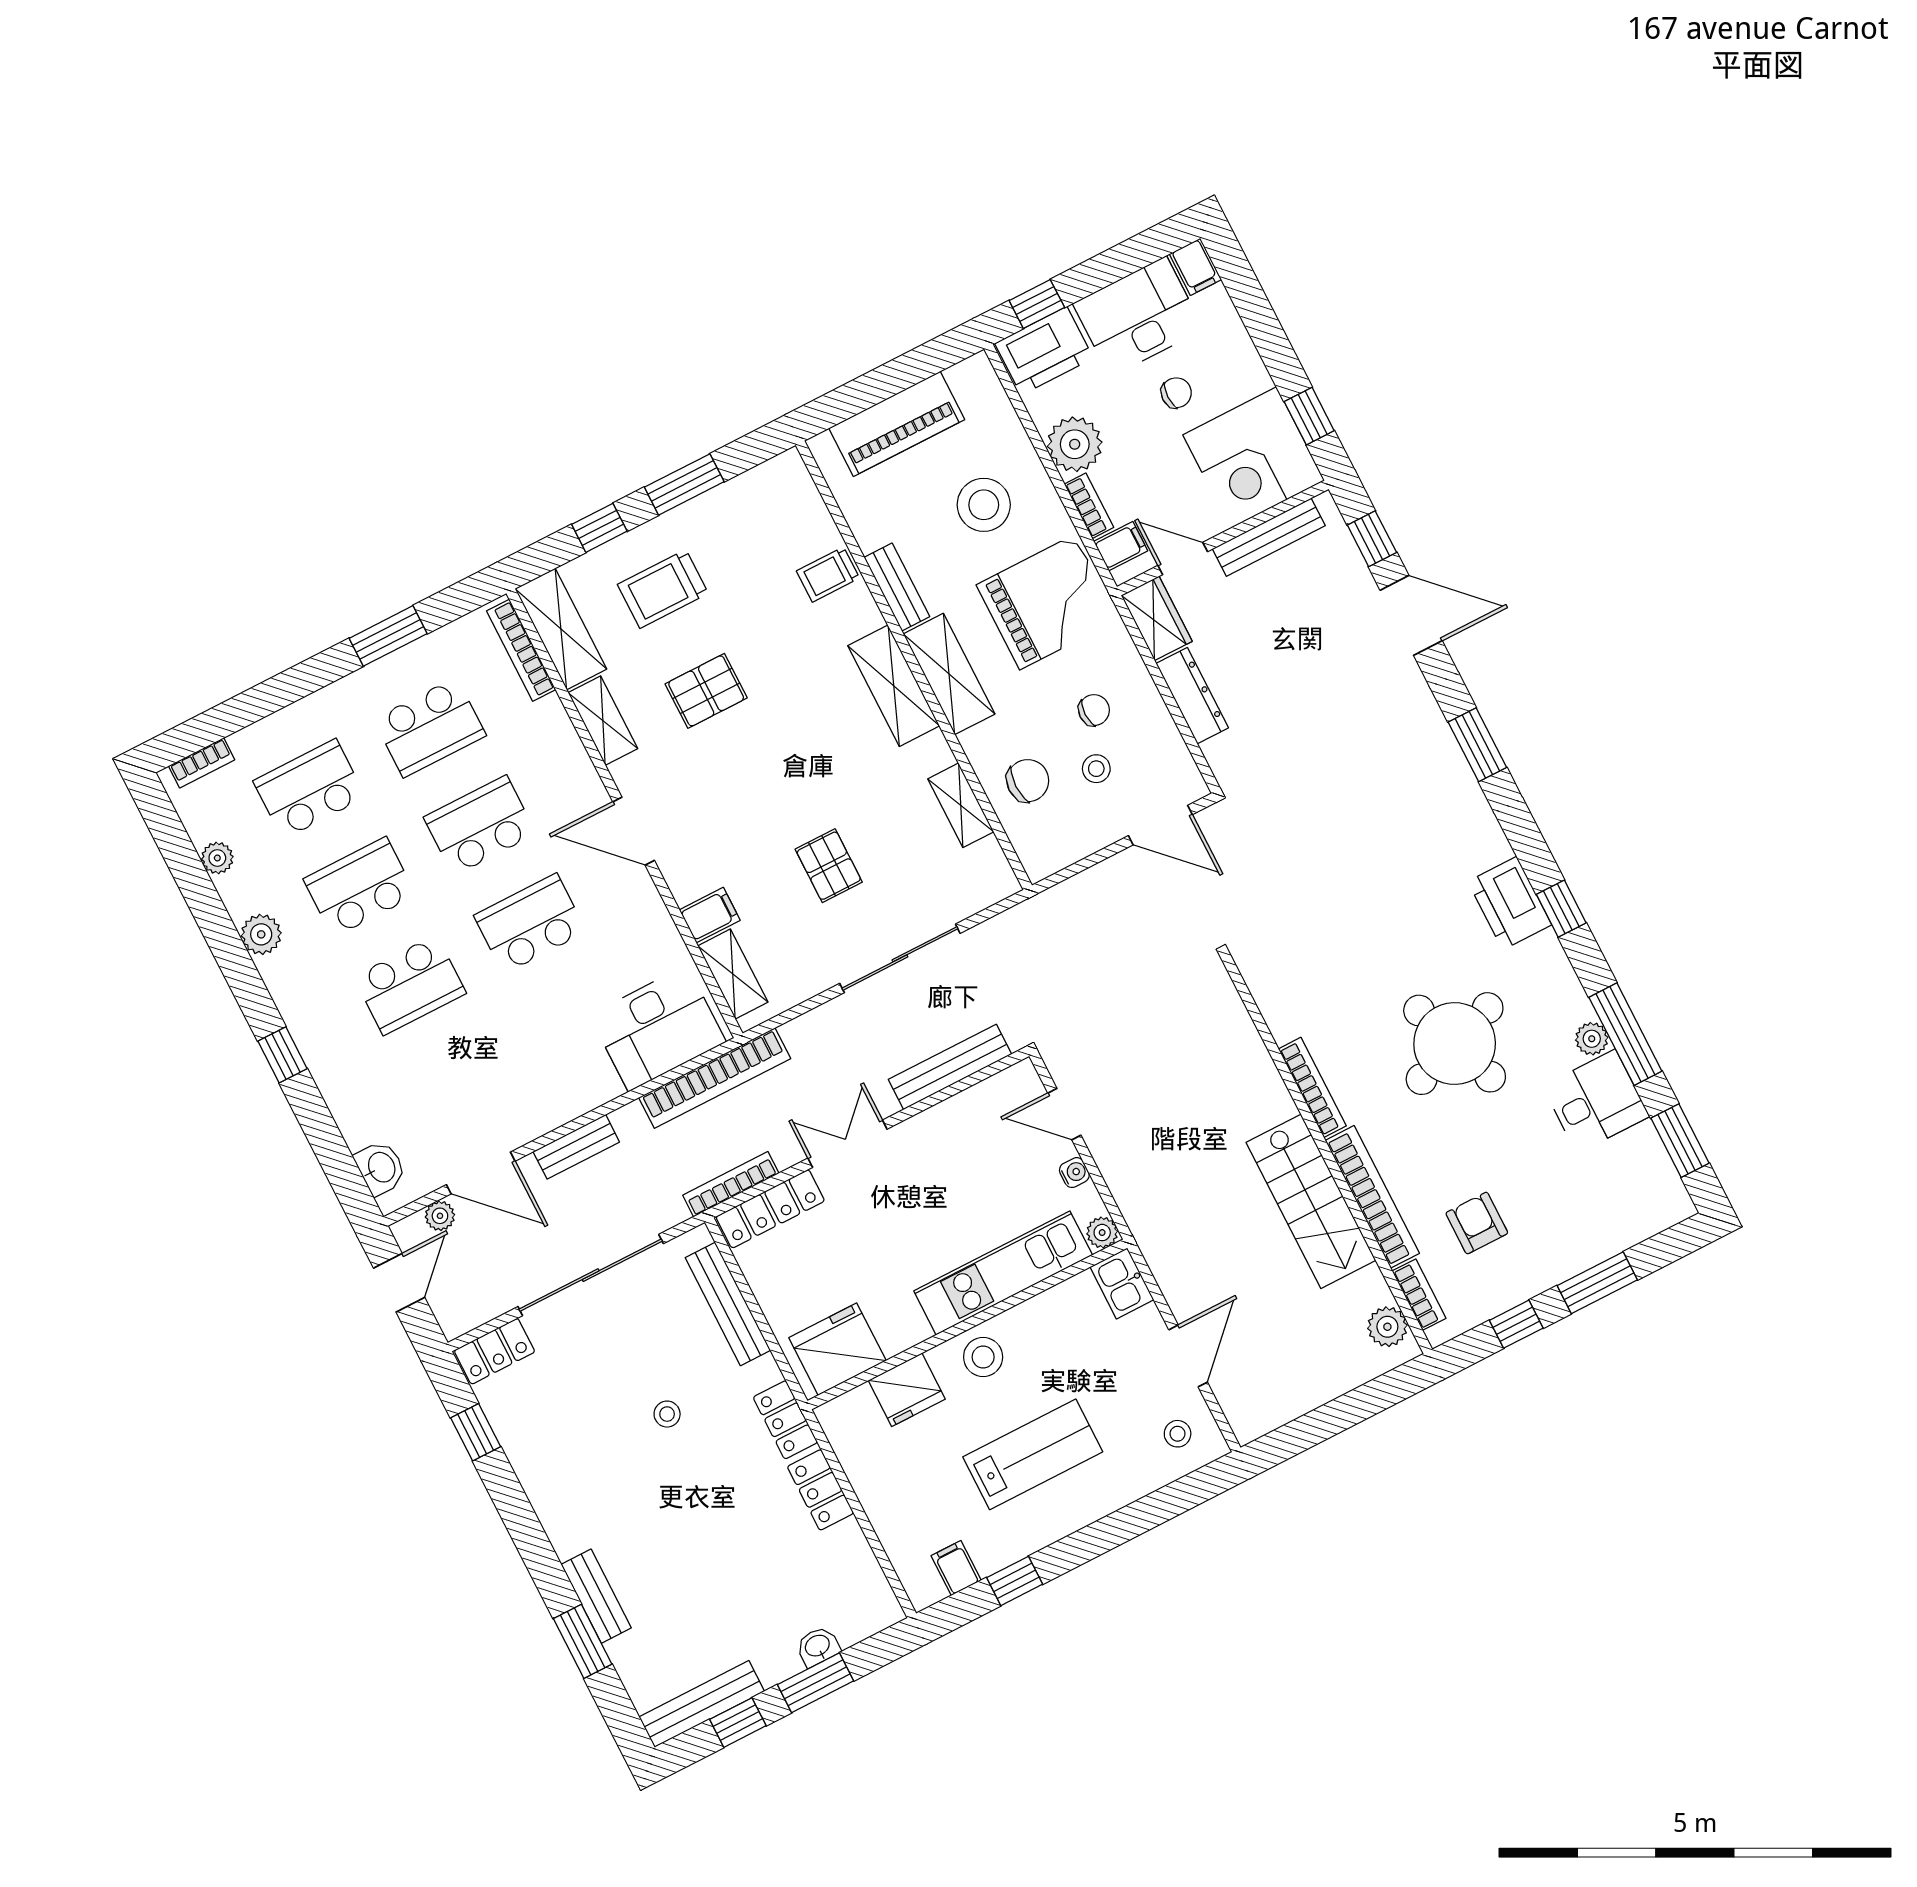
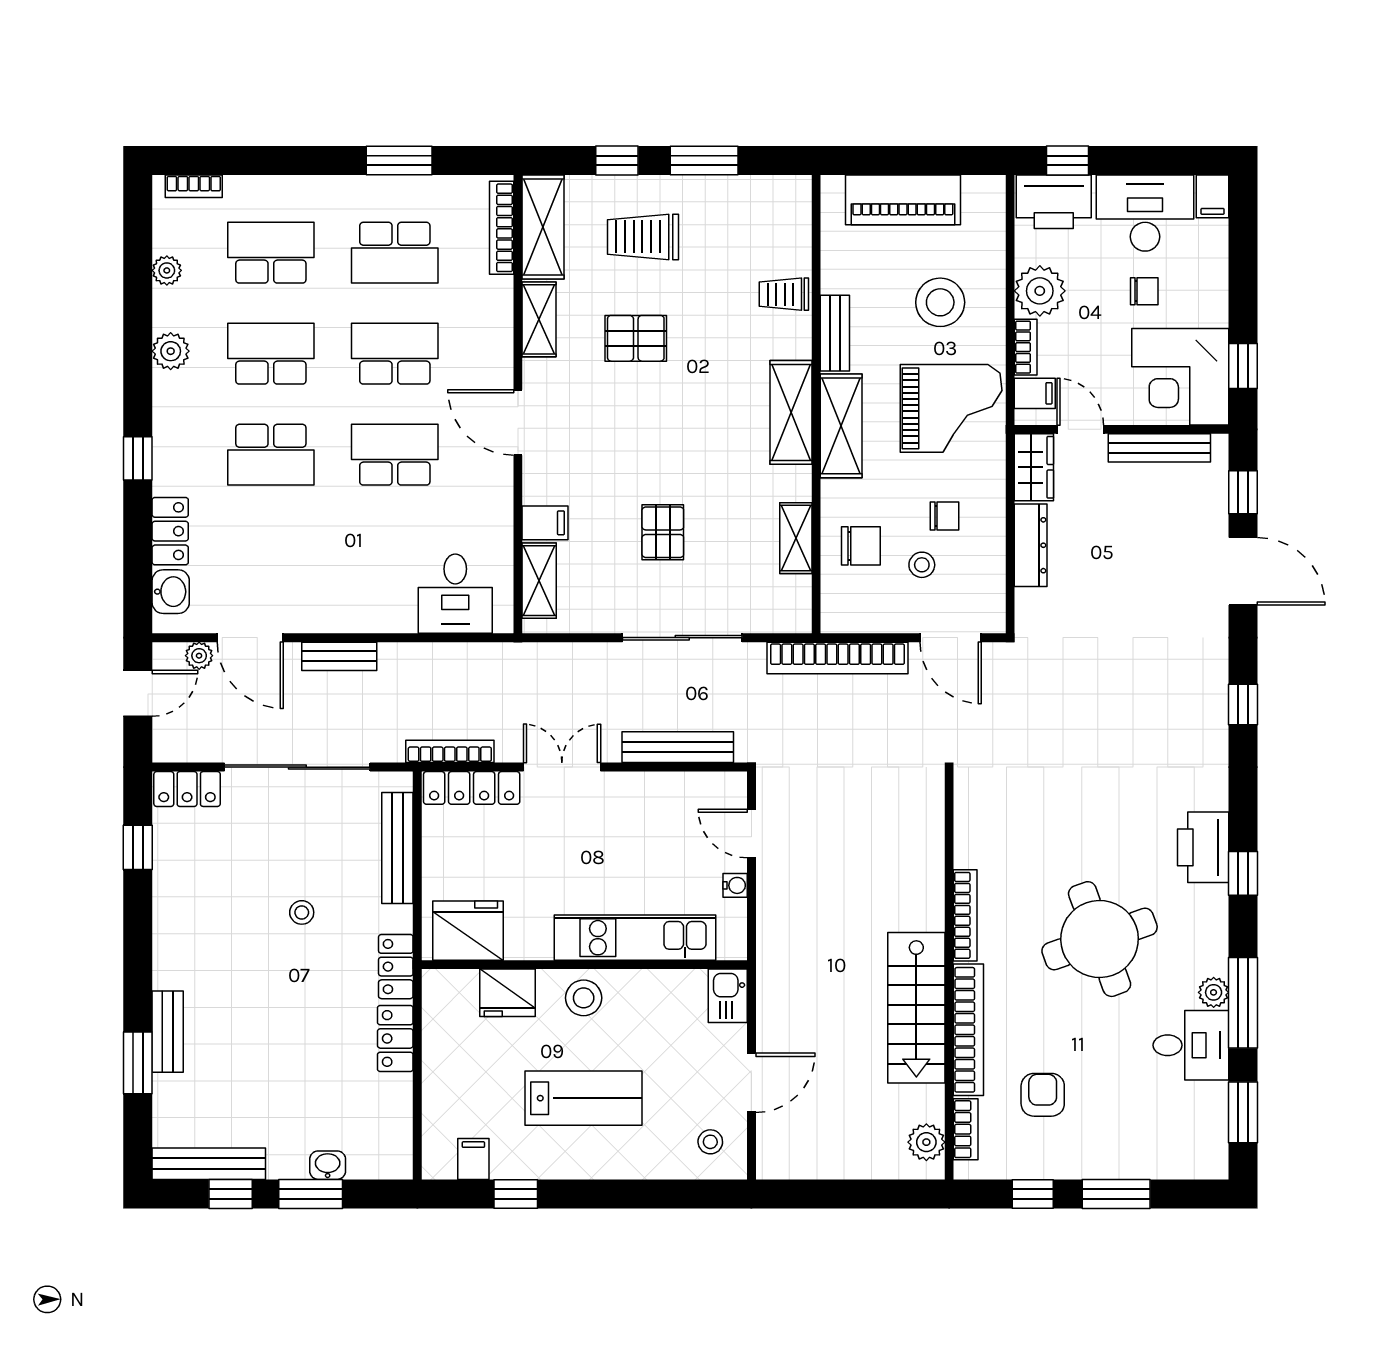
window: (1477, 745) -> (1243, 705), width x0.67
desk: (658, 1028) -> (455, 594), width x0.73
bookcase: (715, 1078) -> (837, 658), moved
locker: (350, 1109) -> (170, 531), added
plant: (1102, 1233) -> (733, 946), removed

